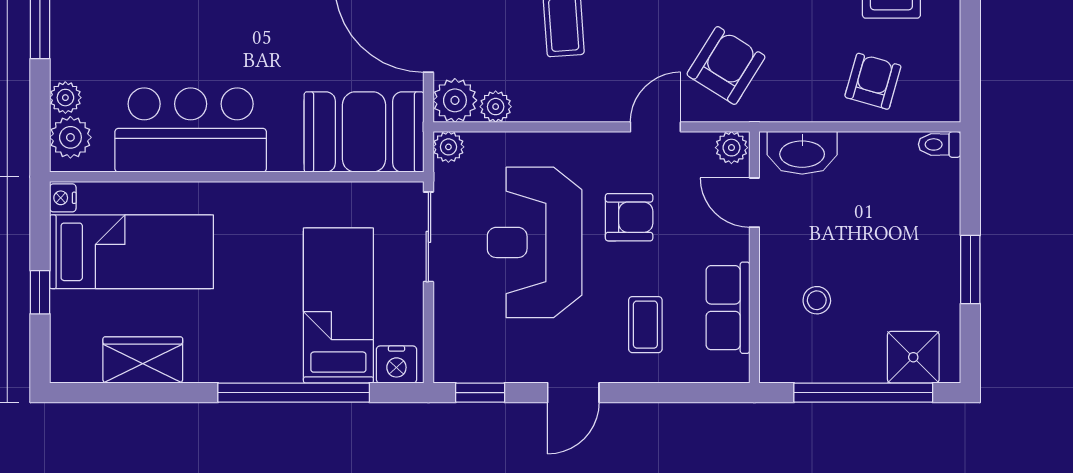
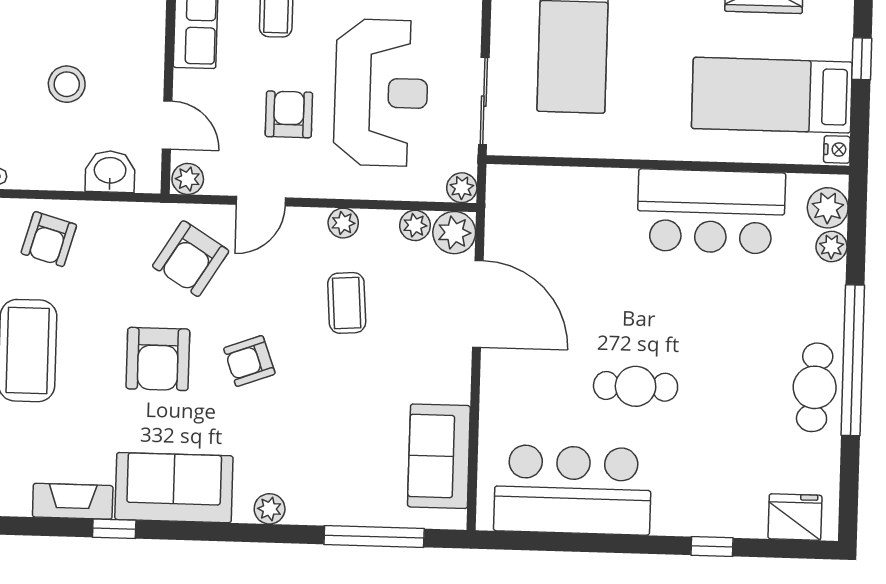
plant: (570, 107) -> (343, 223), added
booth: (364, 132) -> (543, 205), removed
washbasin: (802, 153) -> (110, 172), width x0.72
armchair: (629, 217) -> (289, 114), turned 90
stool: (817, 300) -> (67, 84), moved, width x1.37, depth x1.37

